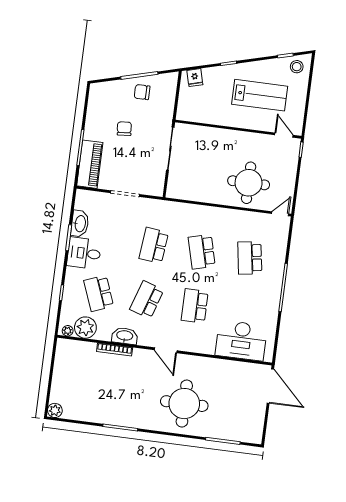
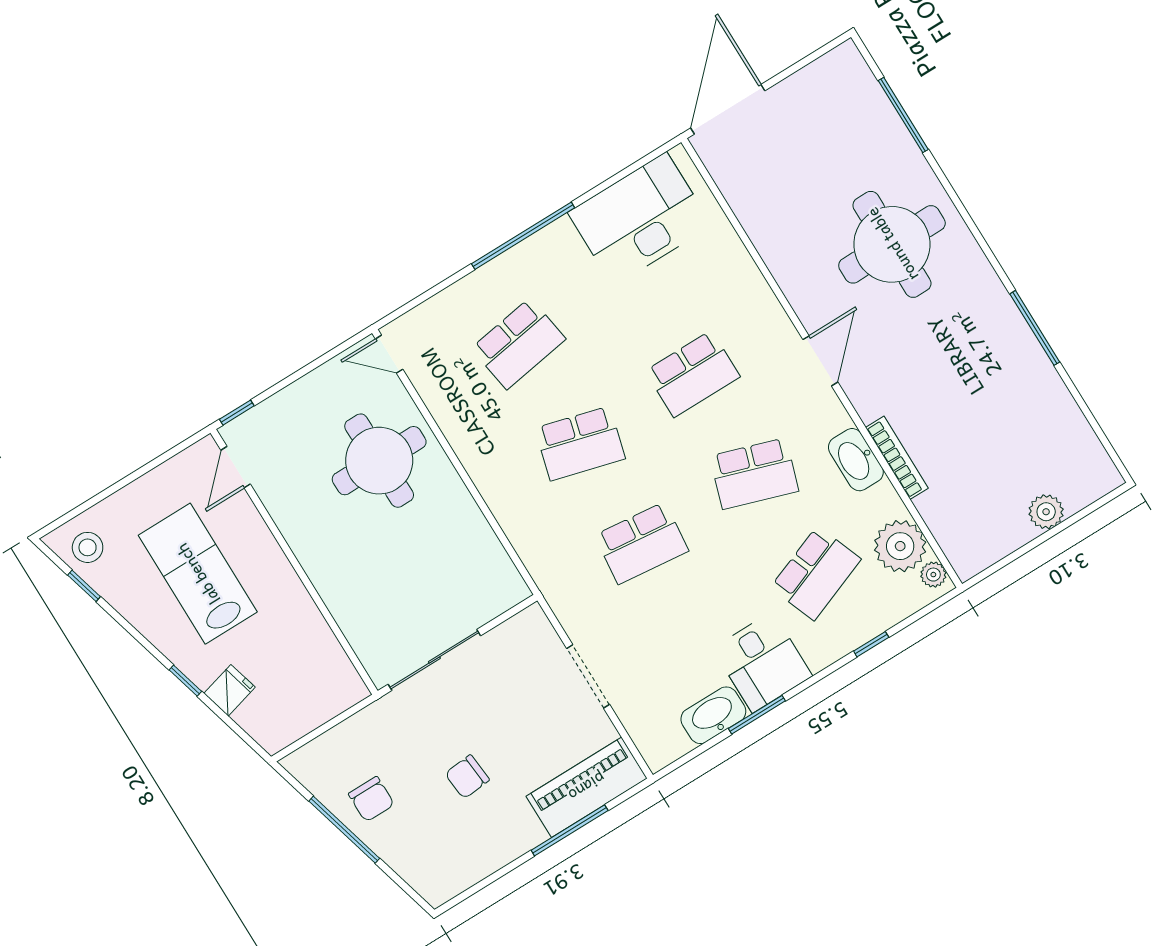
fridge: (195, 78) -> (229, 690), moved
school desk: (202, 252) -> (580, 443), turned 30
desk: (241, 340) -> (640, 219), moved, turned -90
plant: (55, 410) -> (1046, 512), moved

